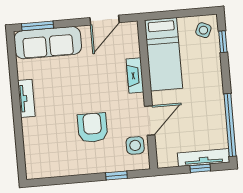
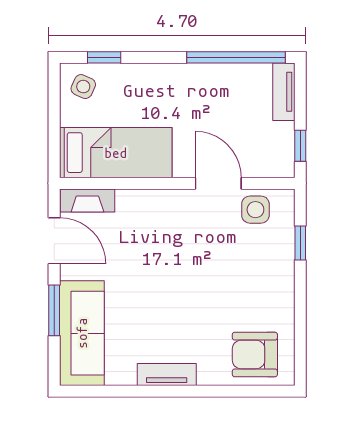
window: (38, 26) -> (54, 310), moved
fireplace: (135, 75) -> (87, 200), moved
armchair: (92, 128) -> (255, 354), moved
tv unit: (204, 158) -> (284, 92), width x0.71
window: (200, 168) -> (300, 146), moved

